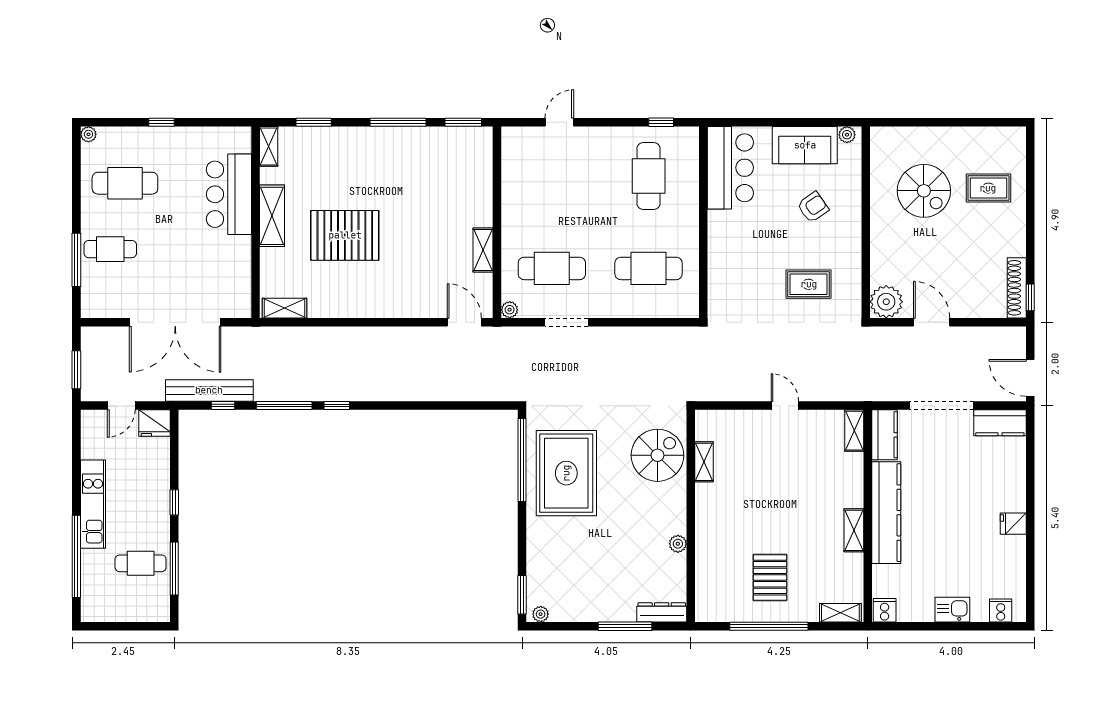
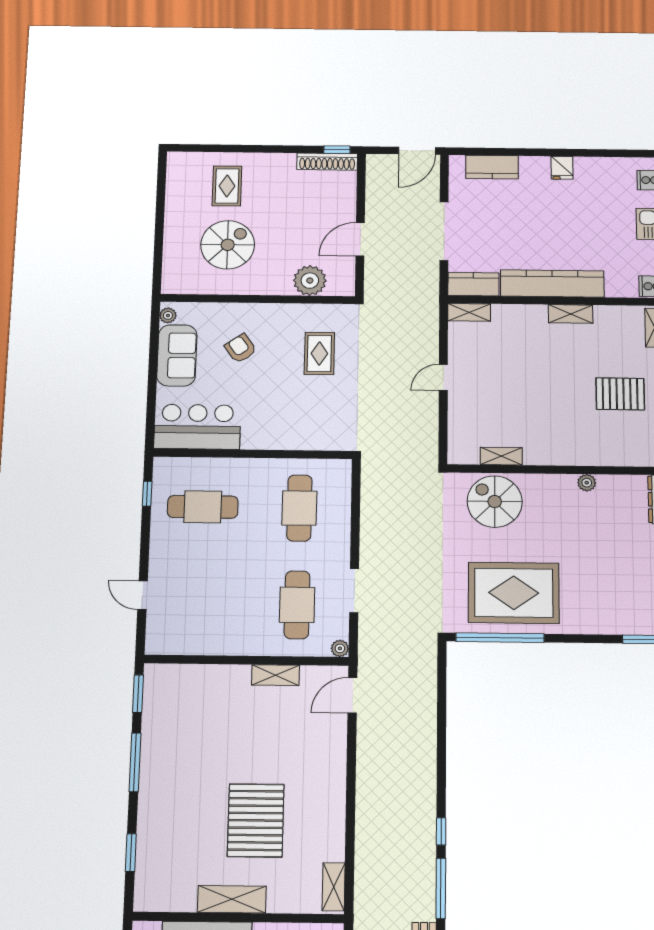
shelving: (269, 146) -> (155, 902), removed
plant: (886, 302) -> (310, 281), moved
kitchen counter: (1000, 423) -> (492, 167), moved, turned 90

